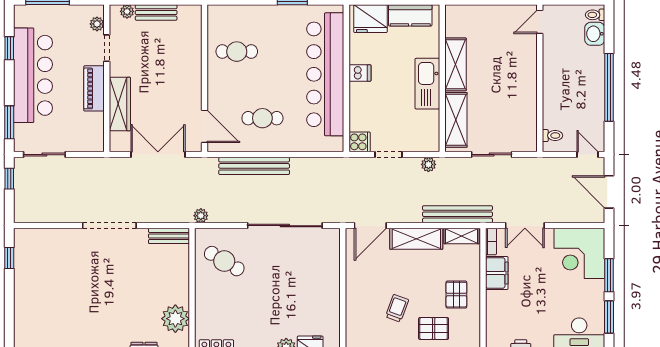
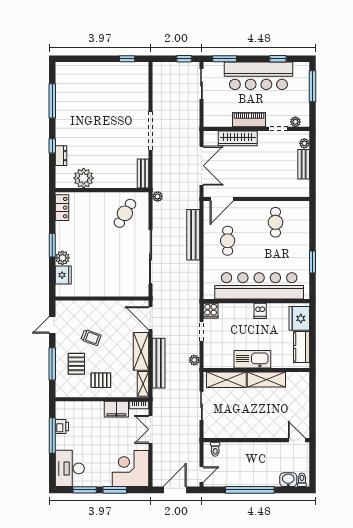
bench: (457, 214) -> (159, 363), moved

